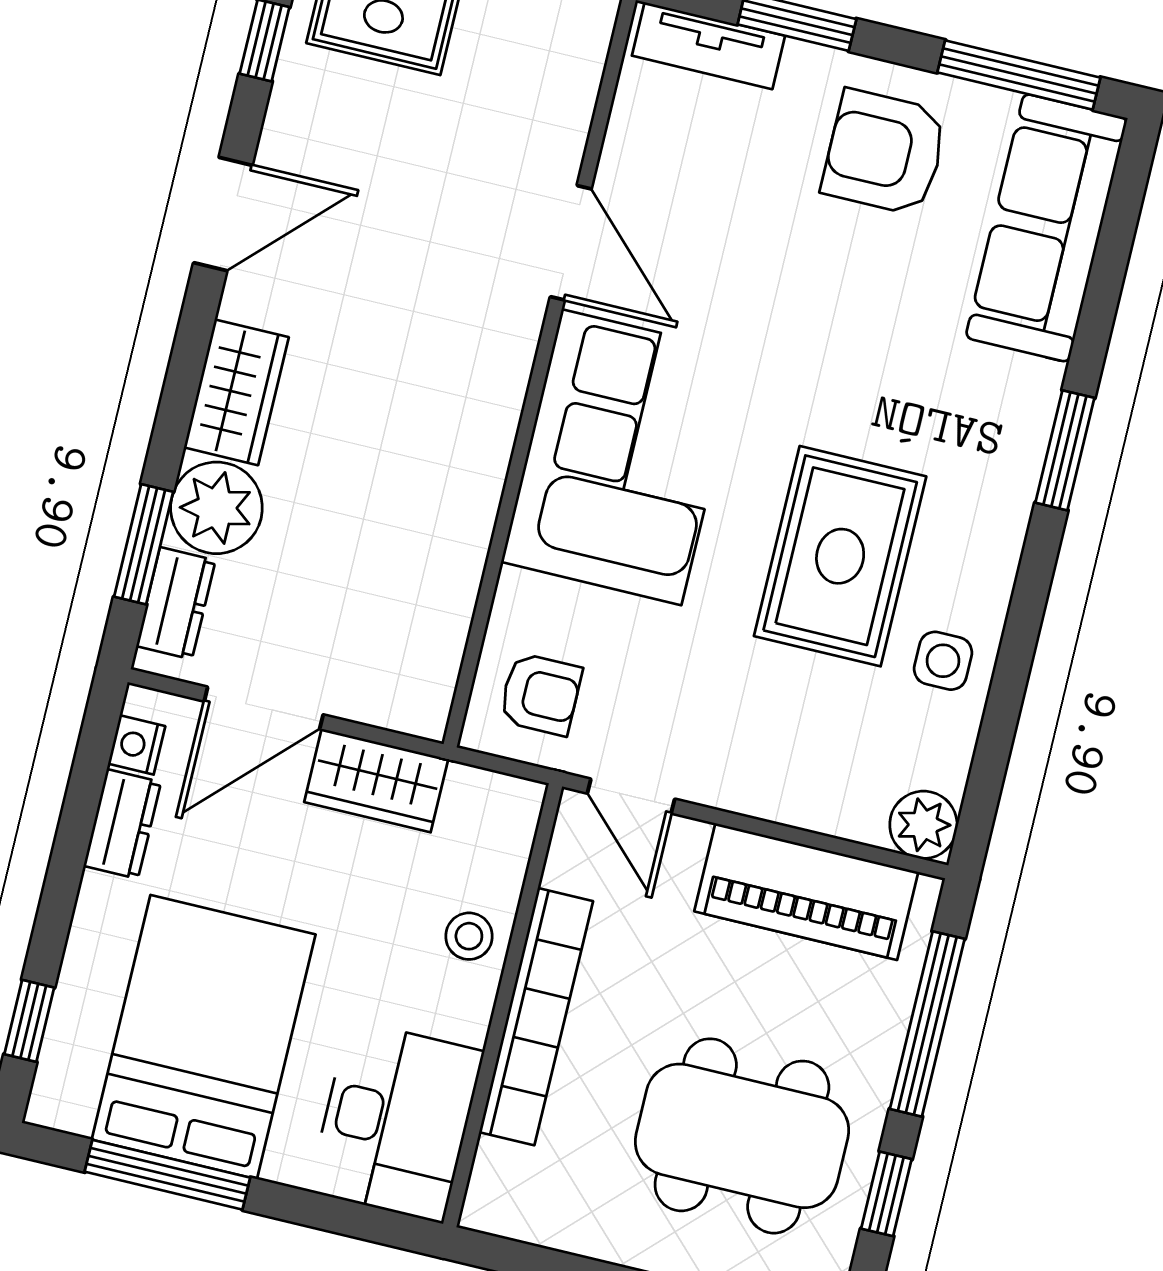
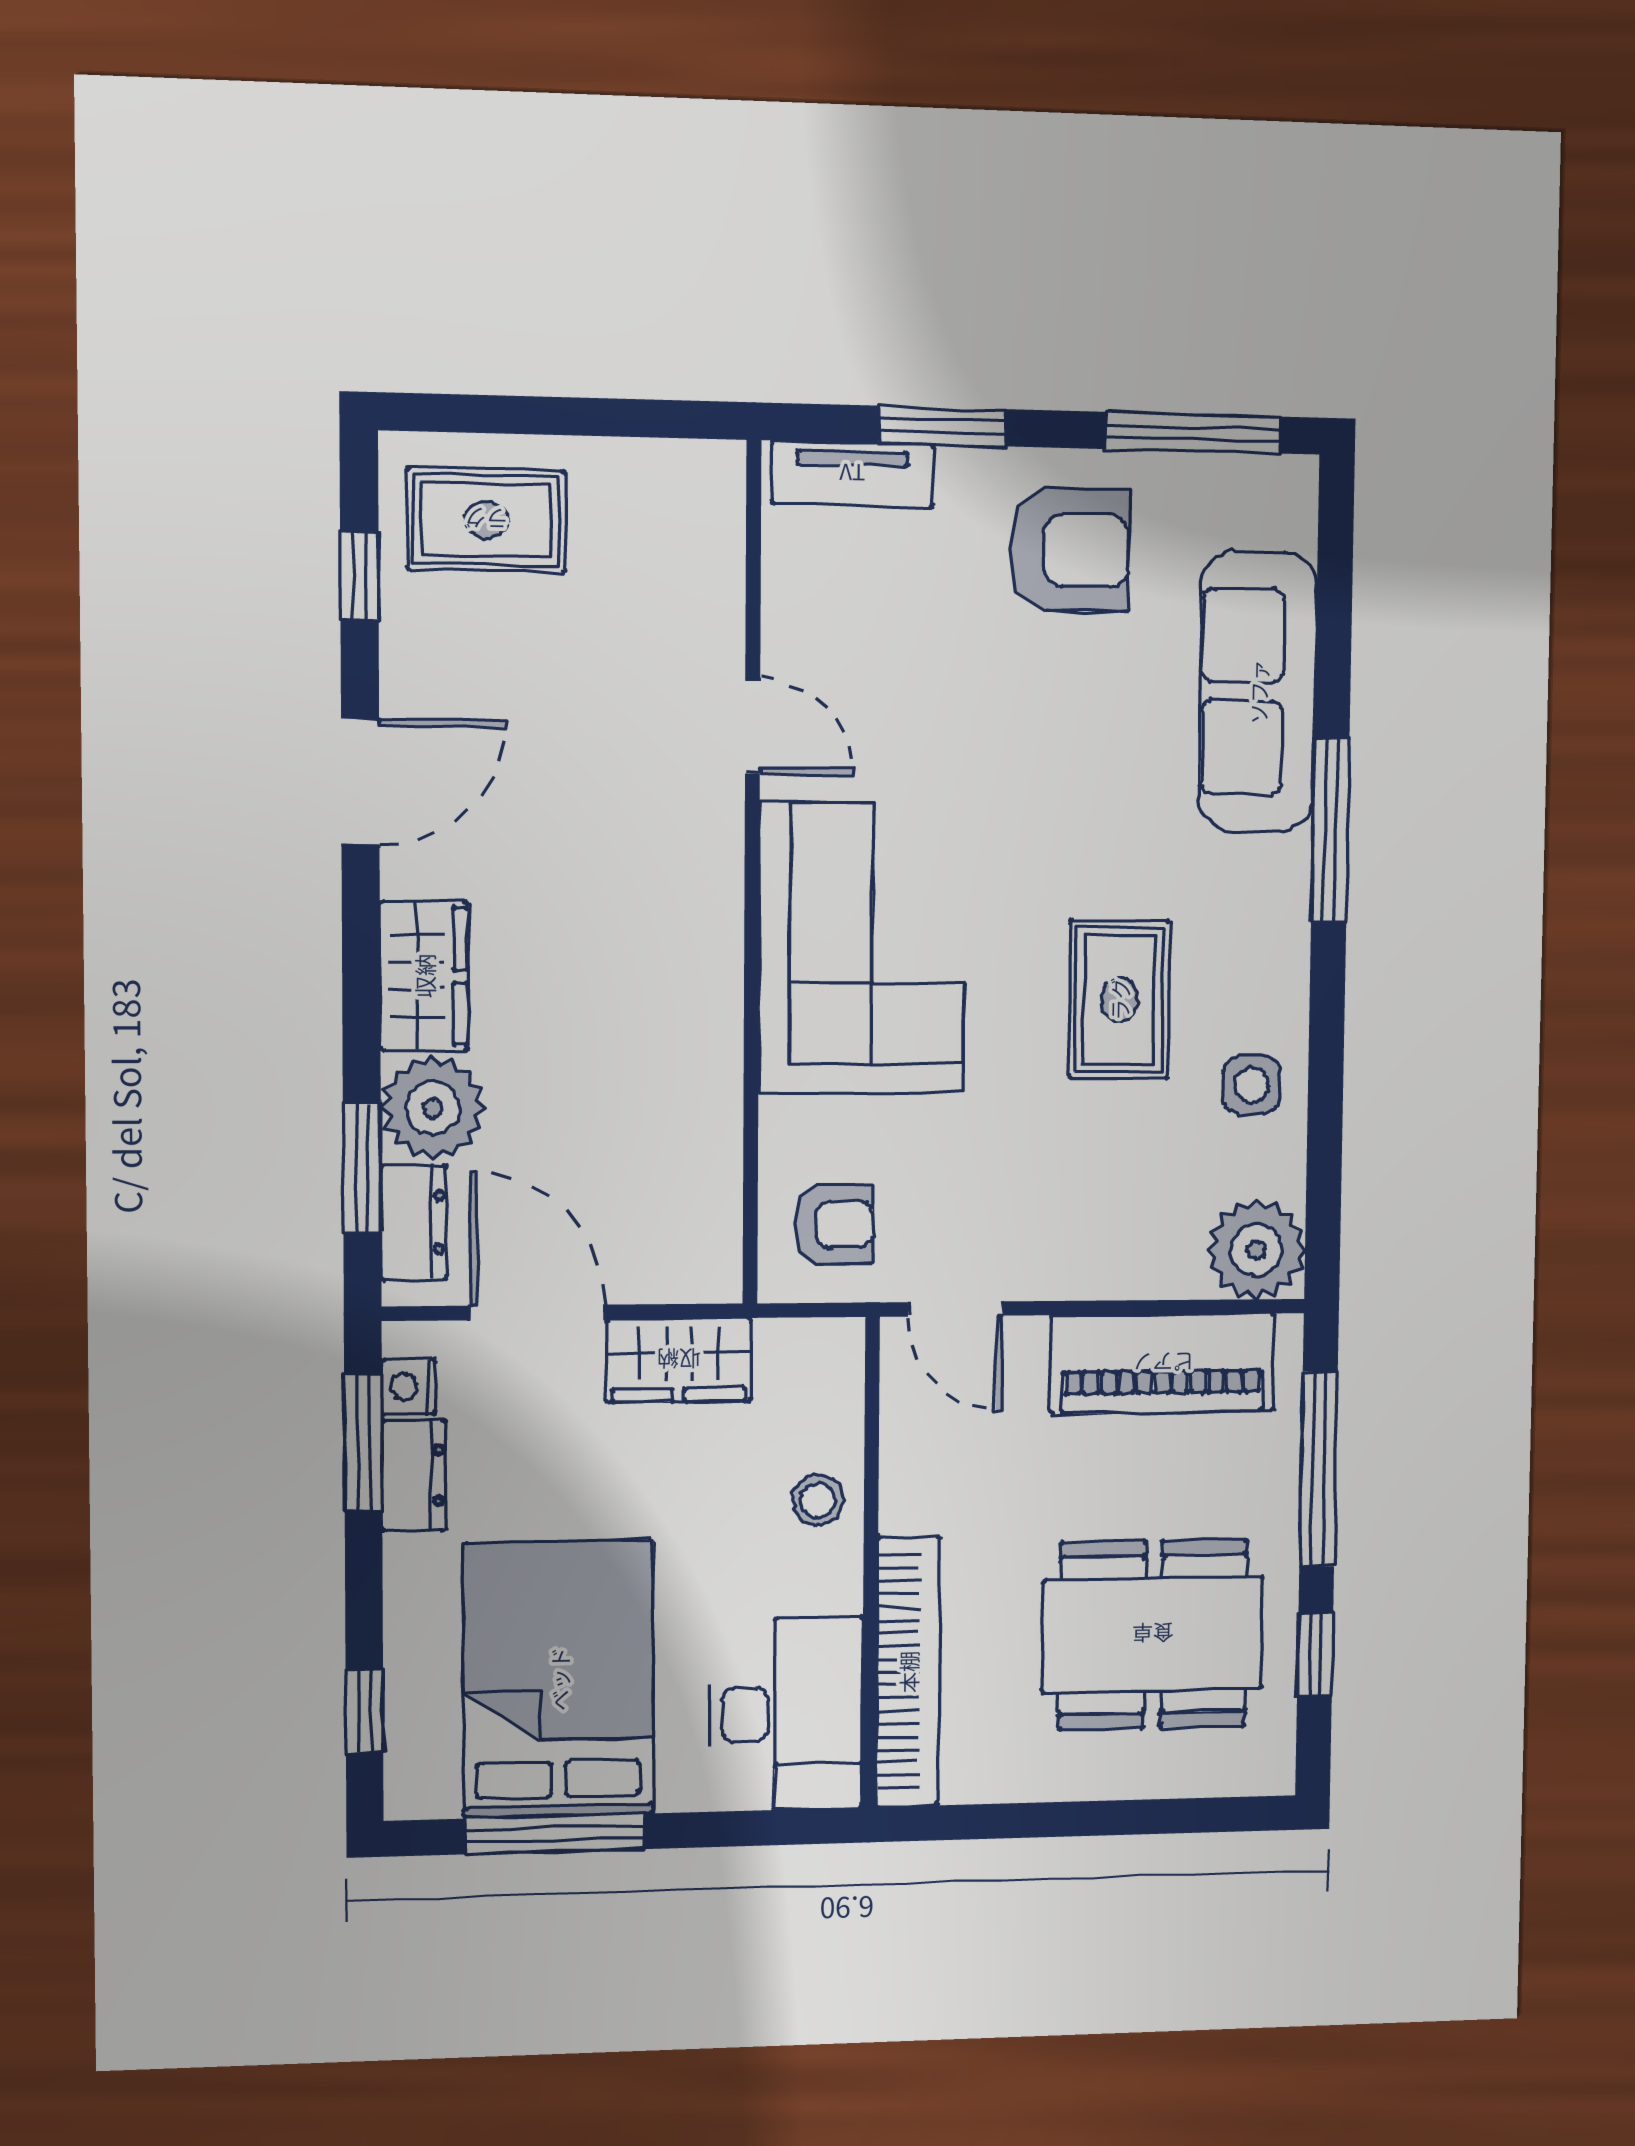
armchair: (885, 152) -> (1069, 550), turned 180
sofa: (1046, 228) -> (1258, 692), moved
door: (571, 243) -> (753, 726), width x0.73
window: (1065, 450) -> (1330, 830), width x1.44
rug: (840, 556) -> (1119, 999), width x0.73, depth x0.70
door: (264, 708) -> (538, 1312), swing flipped
window: (86, 784) -> (363, 1442), added
plant: (923, 825) -> (1256, 1250), width x1.36, depth x1.36
bookcase: (536, 1017) -> (908, 1672), moved

